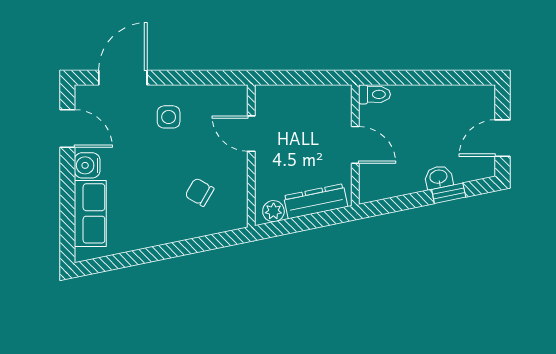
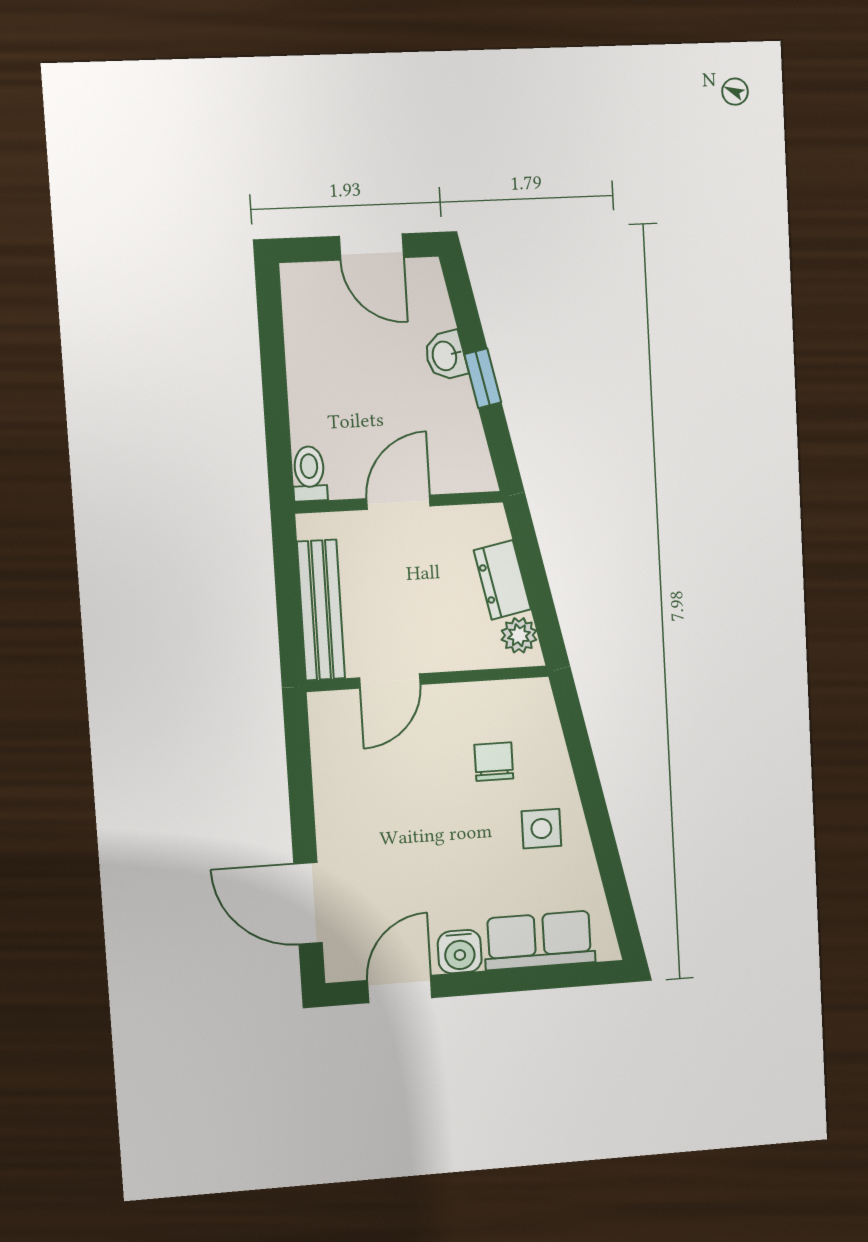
bench: (295, 96) -> (321, 610), added
side table: (169, 117) -> (541, 829), moved
chair: (199, 192) -> (494, 762), turned 150
window: (449, 193) -> (483, 378), moved
dresser: (316, 201) -> (502, 580), width x0.70

